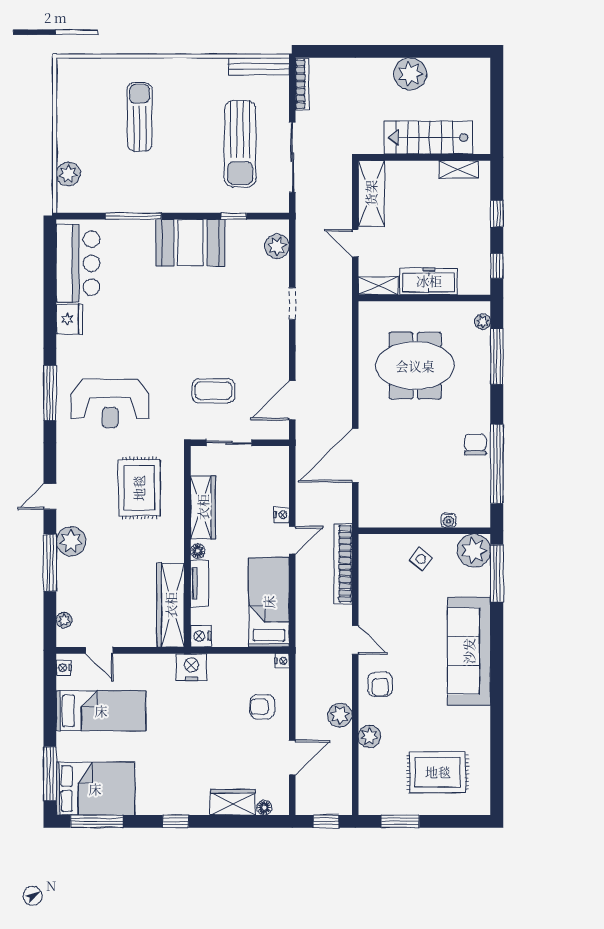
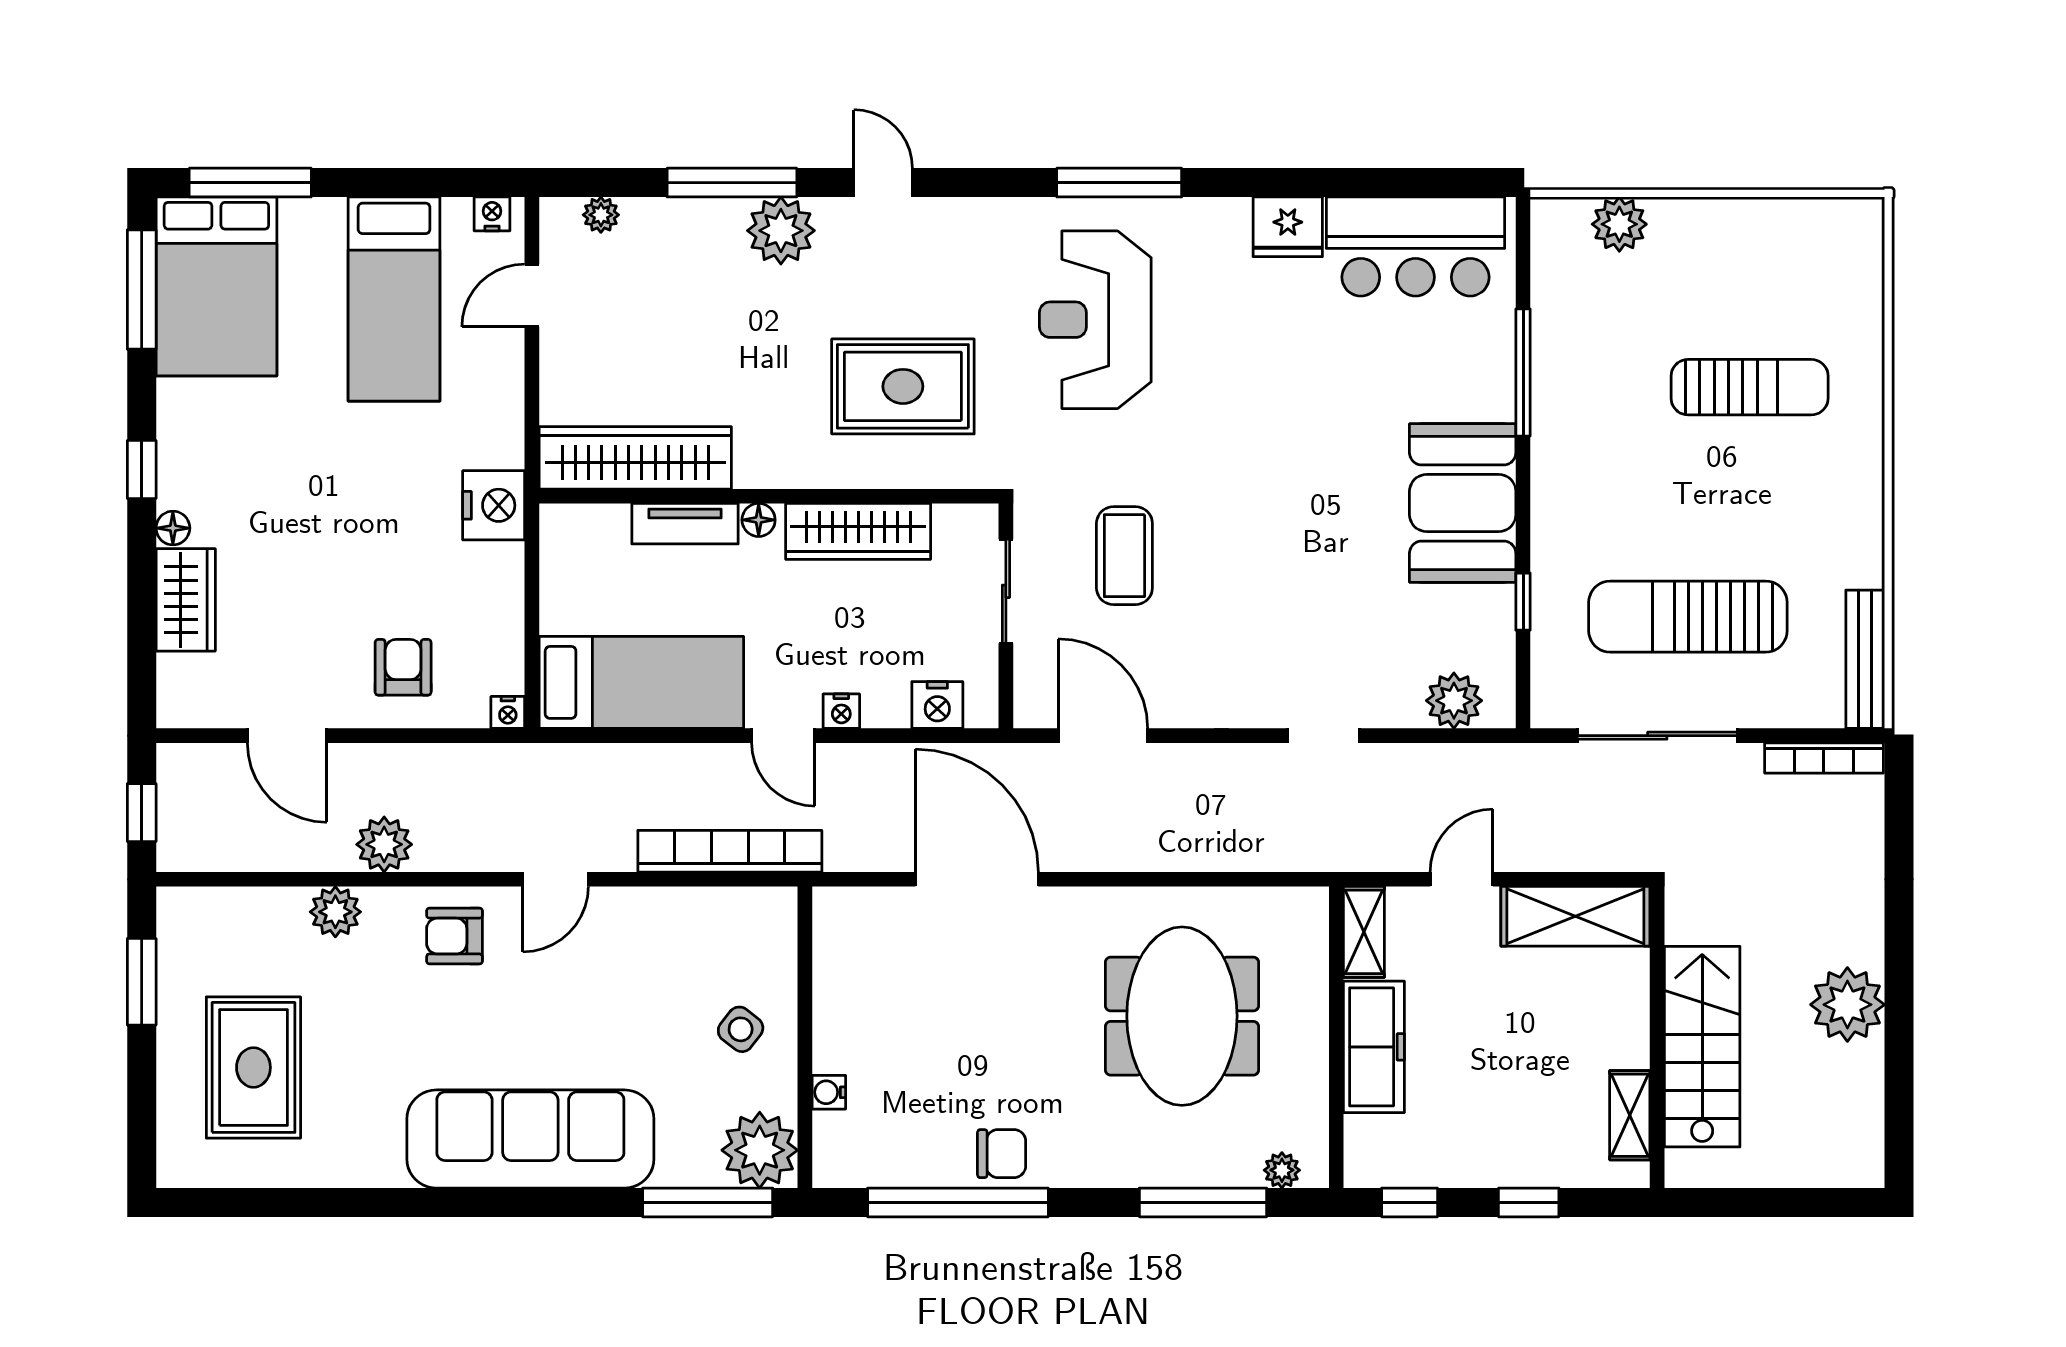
nightstand: (201, 636) -> (937, 705), moved, turned 180
floor lamp: (264, 808) -> (173, 528), moved

